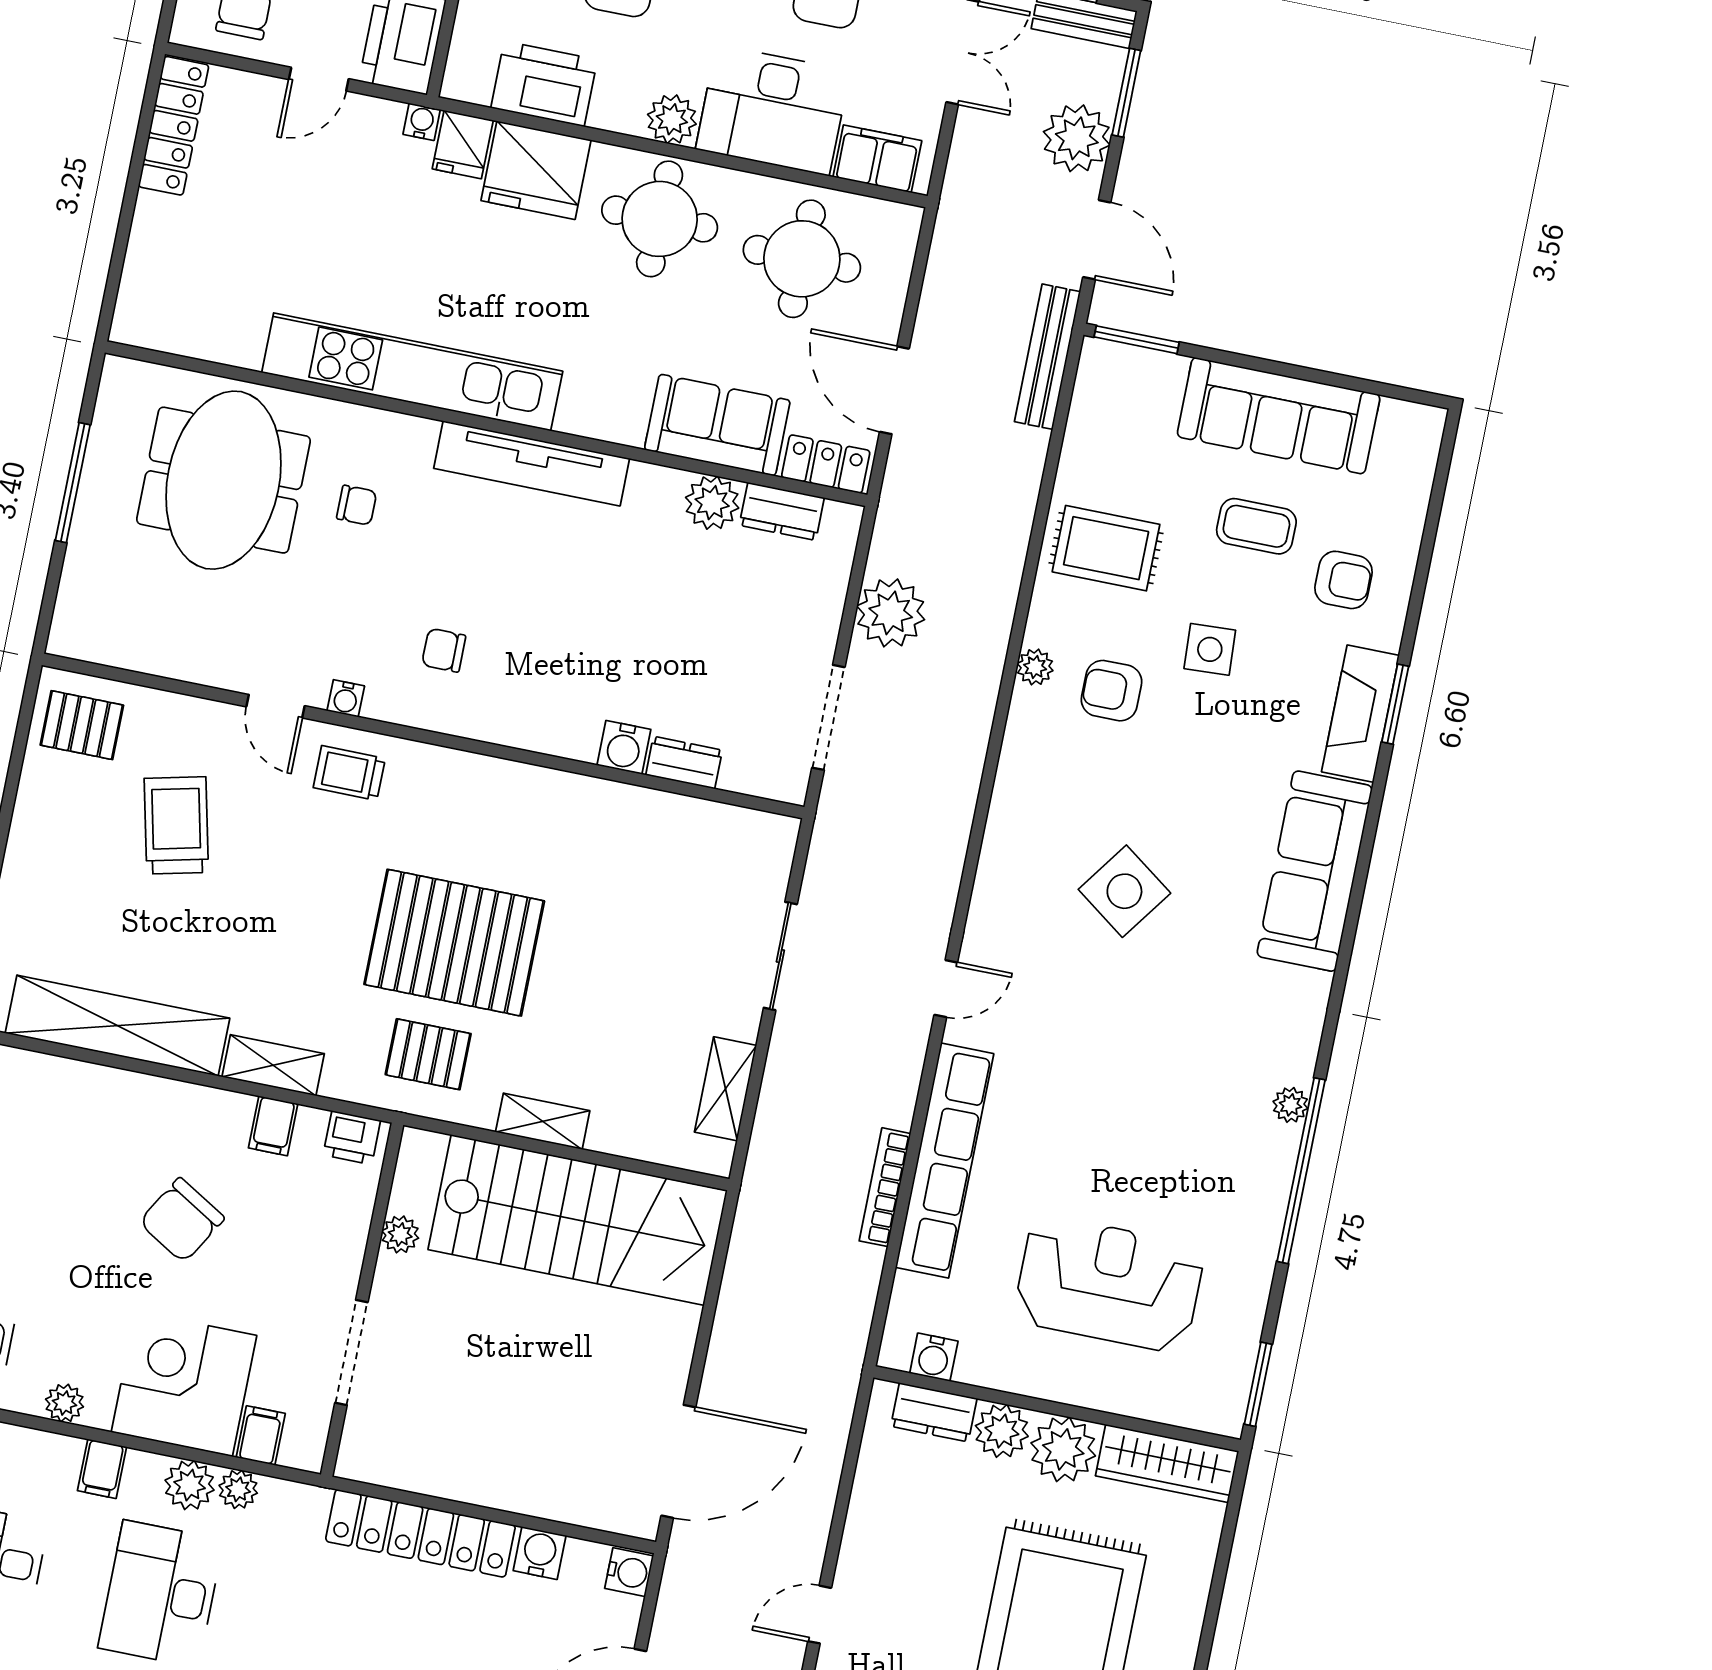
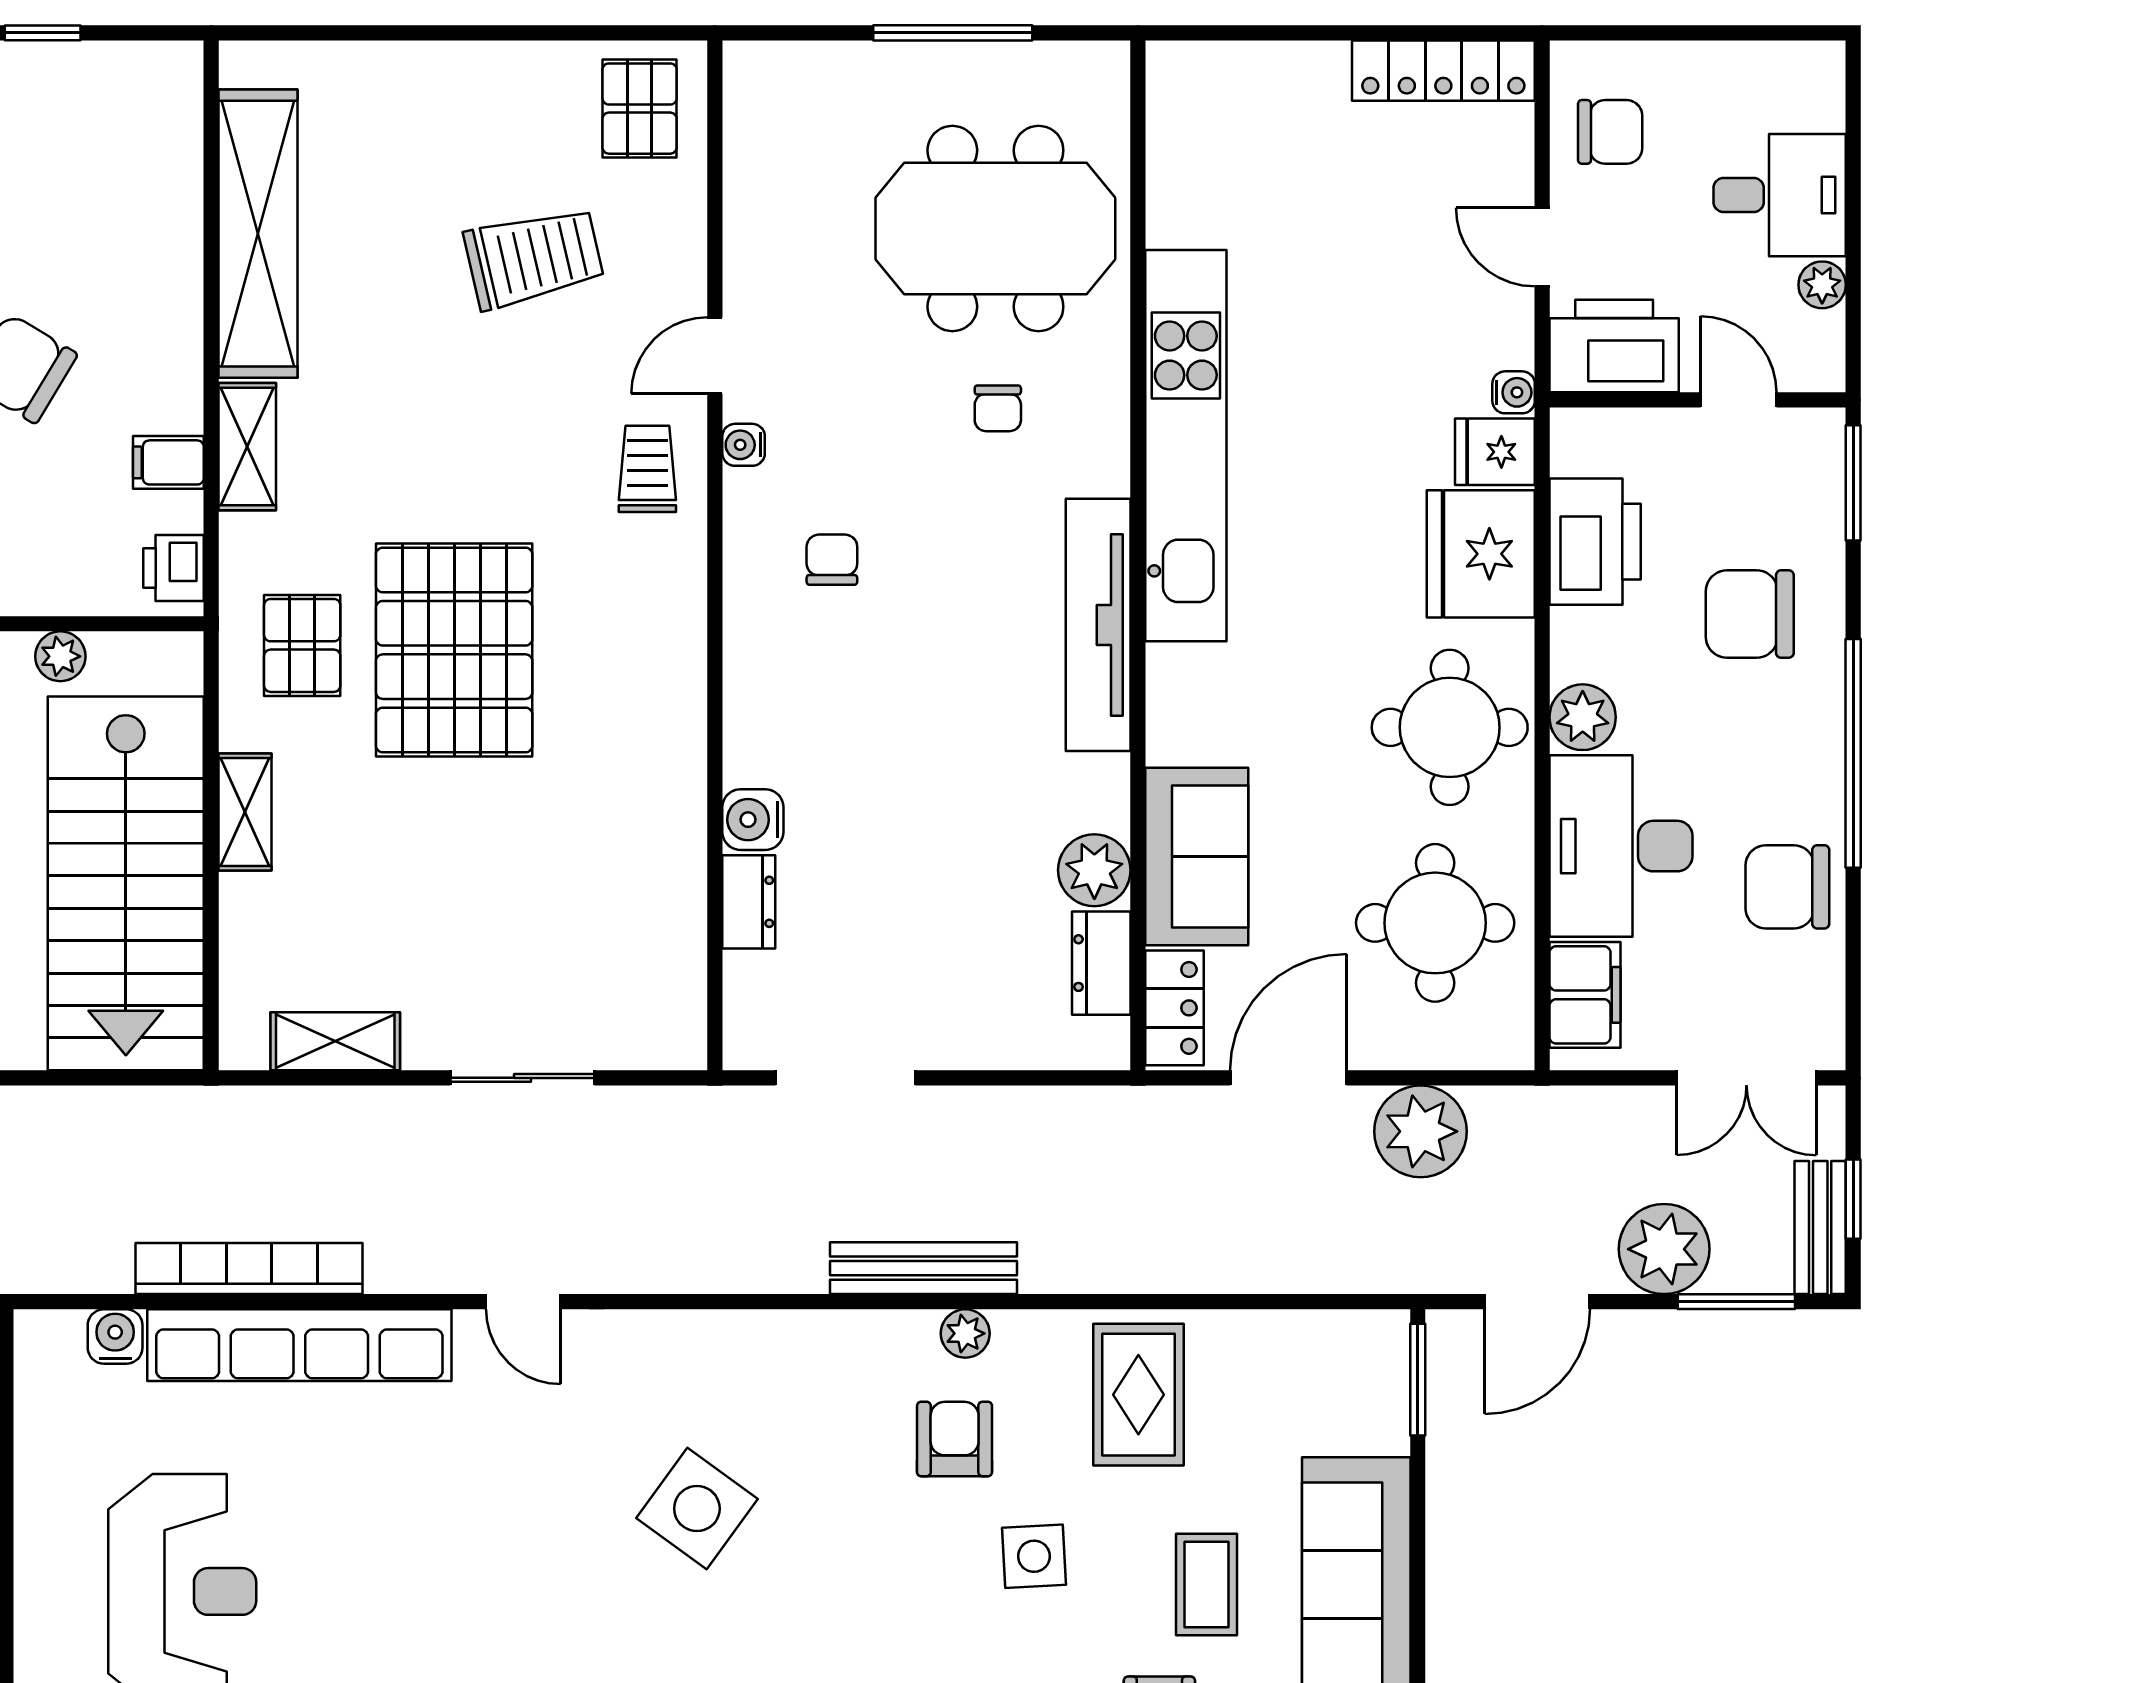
bench: (1047, 357) -> (924, 1268), moved
plant: (891, 613) -> (1421, 1131), moved
bookcase: (885, 1187) -> (249, 1269), width x1.48, depth x1.31
water cooler: (934, 1357) -> (115, 1336), moved, turned 90

